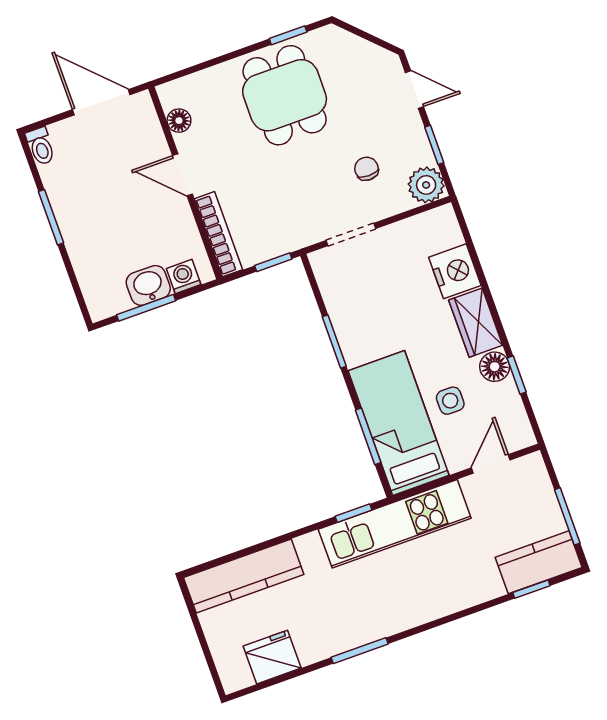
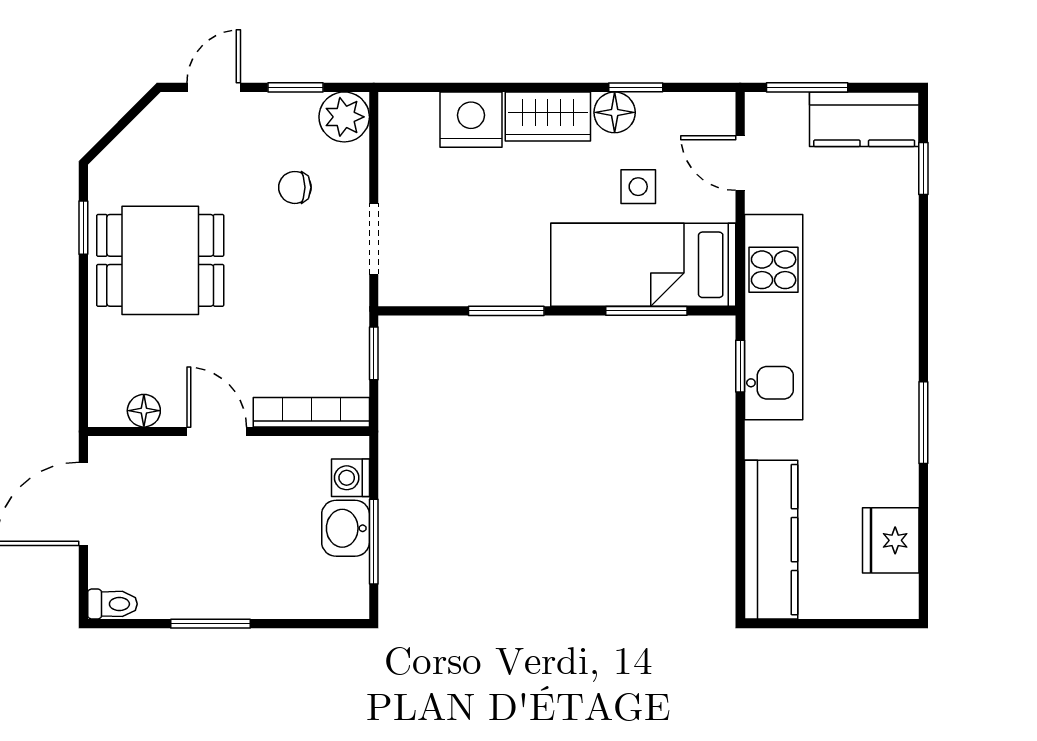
door: (183, 175) -> (217, 431), swing flipped
window: (567, 516) -> (807, 87), moved
kitchen counter: (539, 562) -> (864, 119), moved, turned -90

